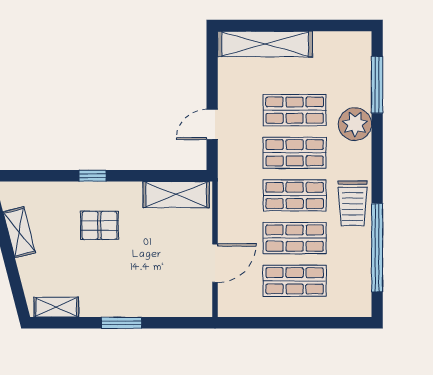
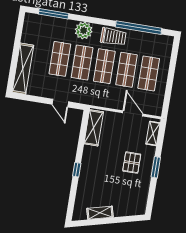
plant: (355, 124) -> (84, 31), moved
pallet: (99, 225) -> (132, 163), moved
shelving: (56, 307) -> (153, 133), moved

